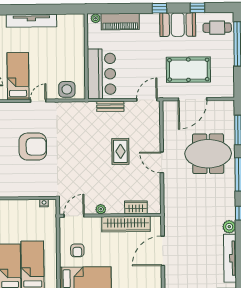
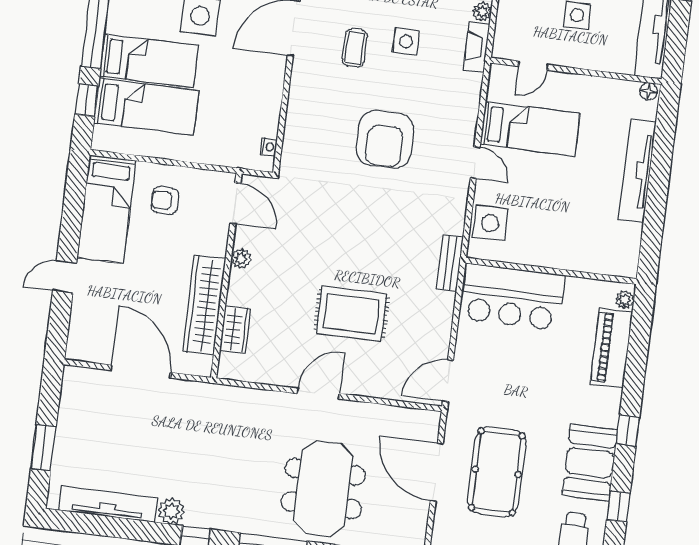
door: (147, 100) -> (448, 381), swing flipped
bench: (110, 106) -> (450, 263), moved
rug: (120, 151) -> (351, 314), width x1.36, depth x1.43

